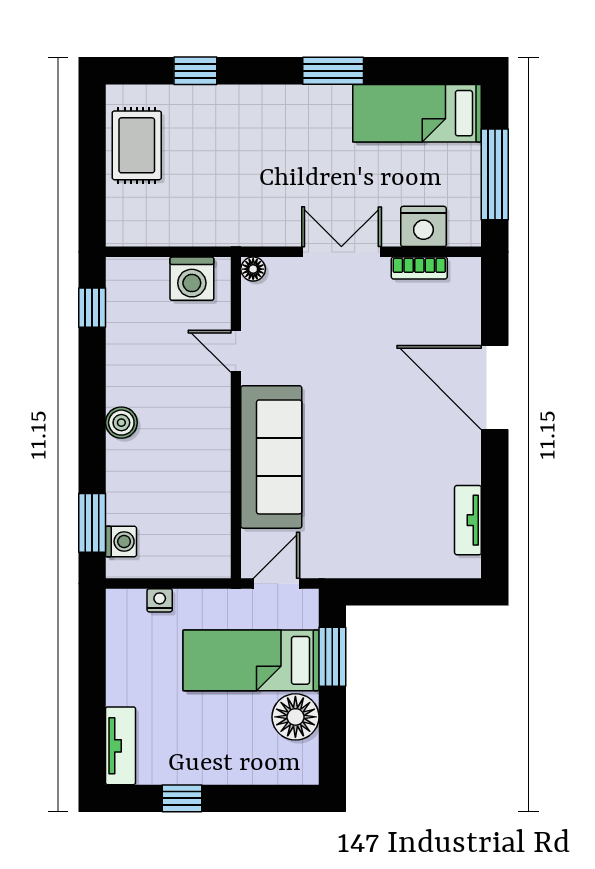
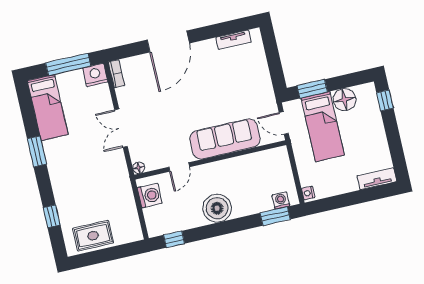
nightstand: (423, 226) -> (95, 75), moved, turned -90
bookcase: (419, 268) -> (117, 74), moved
boiler: (121, 423) -> (217, 208), width x1.86, depth x1.86
nightstand: (160, 600) -> (308, 193), moved
window: (182, 798) -> (385, 100), moved

